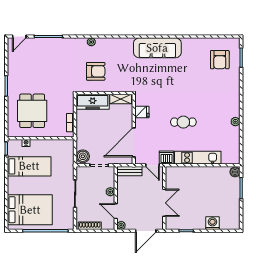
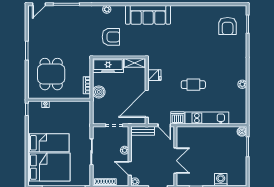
sofa: (157, 48) -> (148, 15), moved
boiler: (83, 156) -> (99, 92), moved
bed: (29, 166) -> (48, 143), moved

